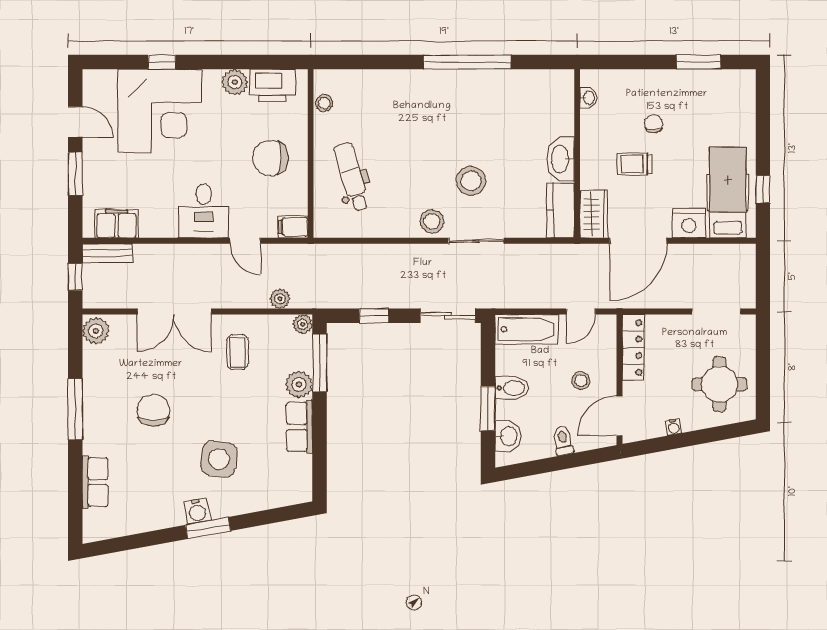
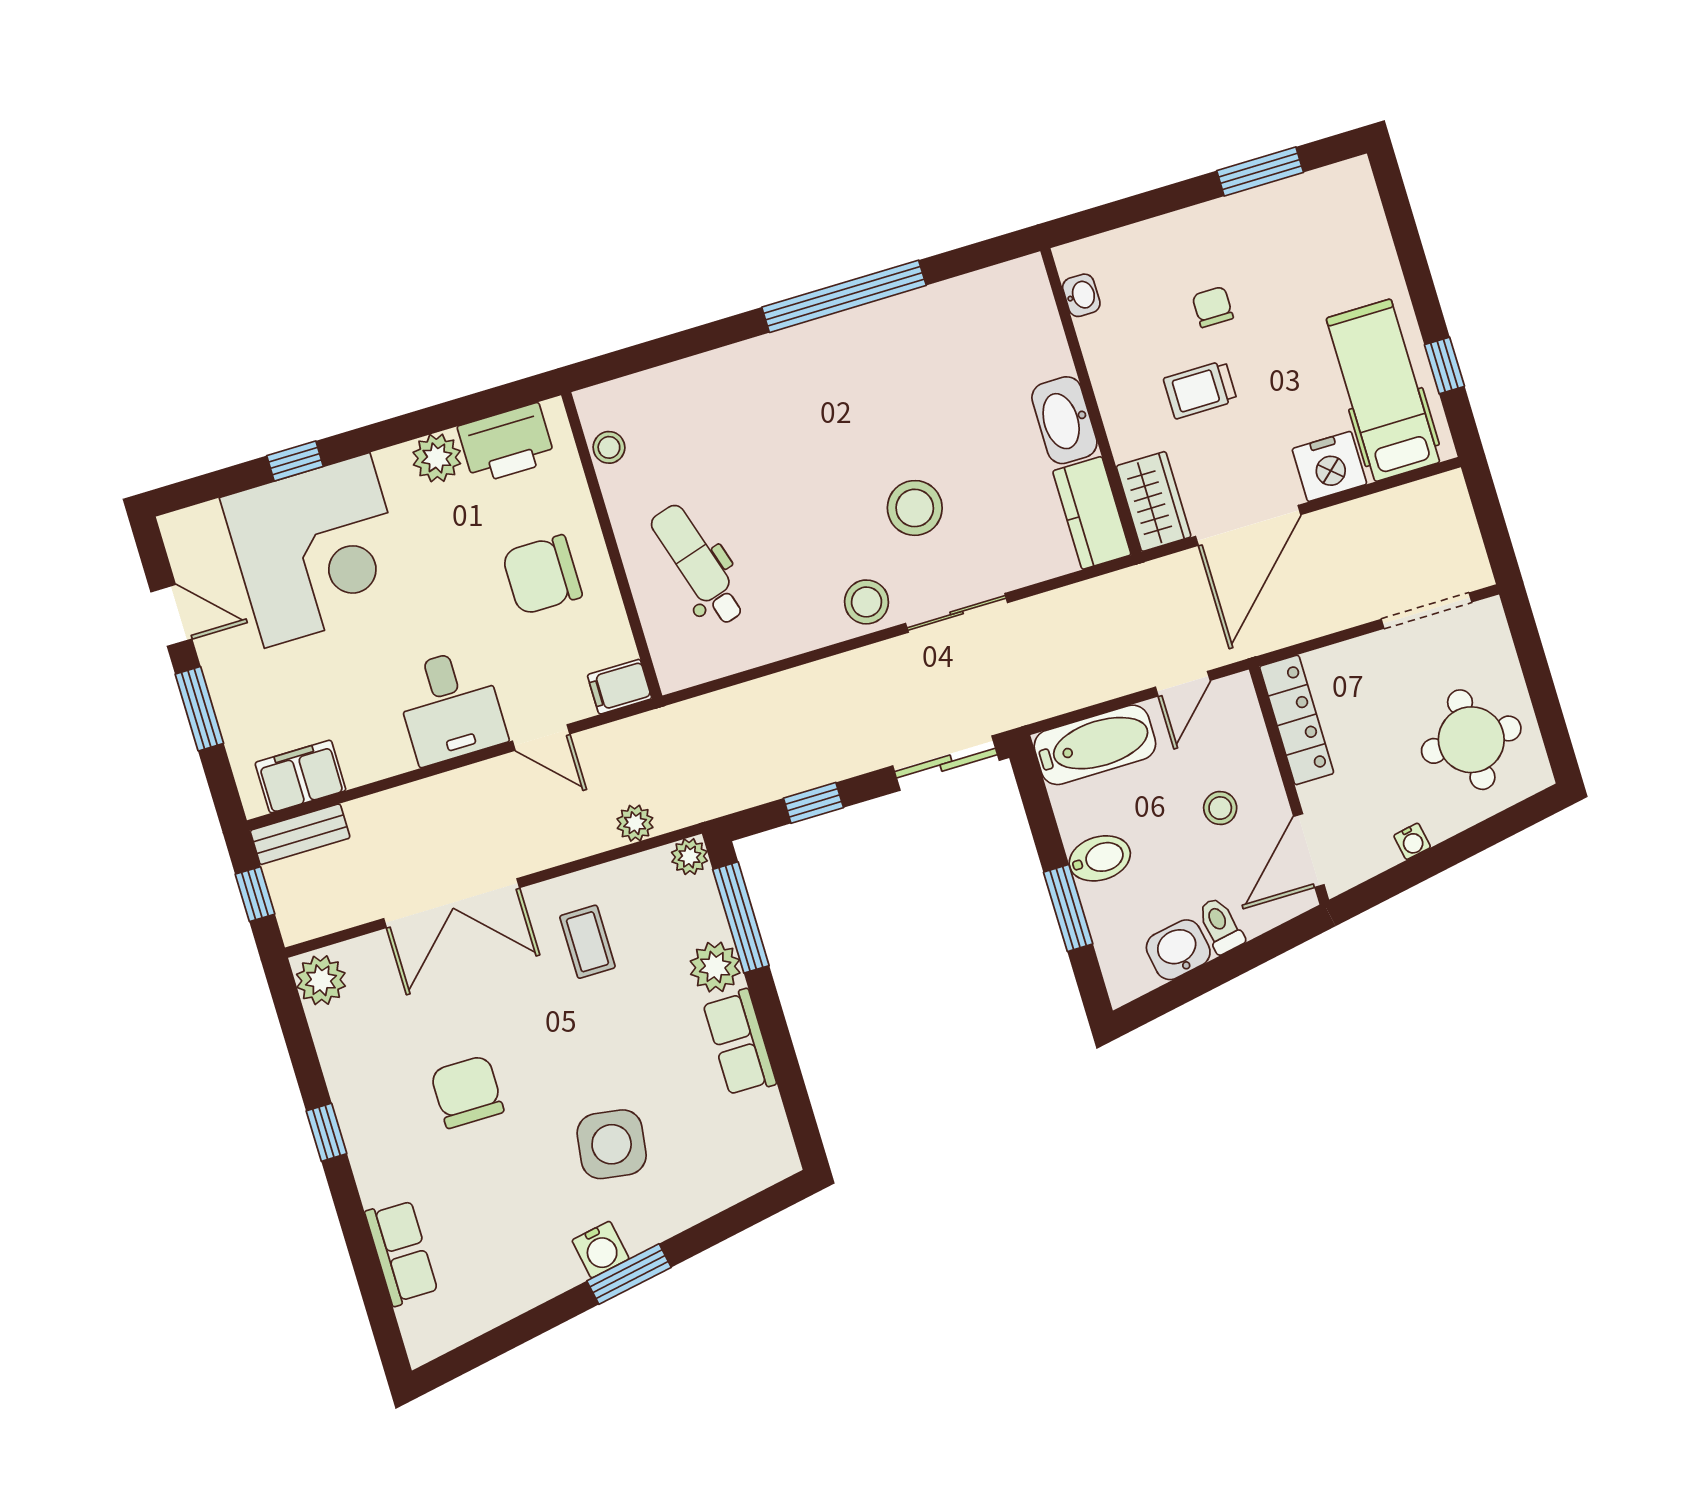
window: (75, 409) -> (326, 1132), width x0.46
washbasin: (508, 436) -> (1178, 950), moved, turned -100

